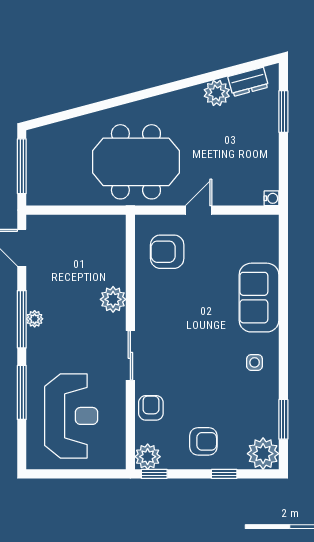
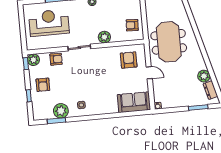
armchair: (93, 237) -> (132, 25), added
sofa: (259, 298) -> (134, 102), moved
reception desk: (71, 416) -> (49, 23), turned 180
plant: (263, 454) -> (61, 111), moved

